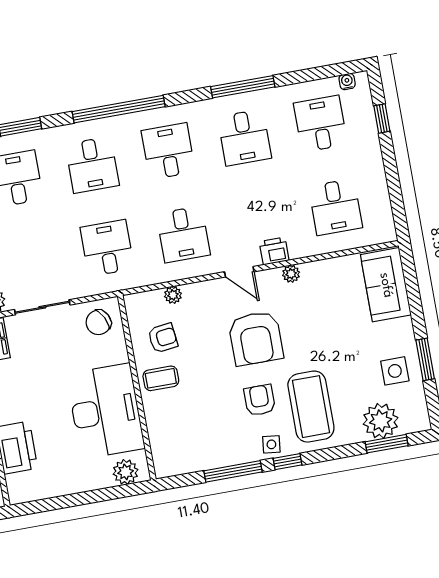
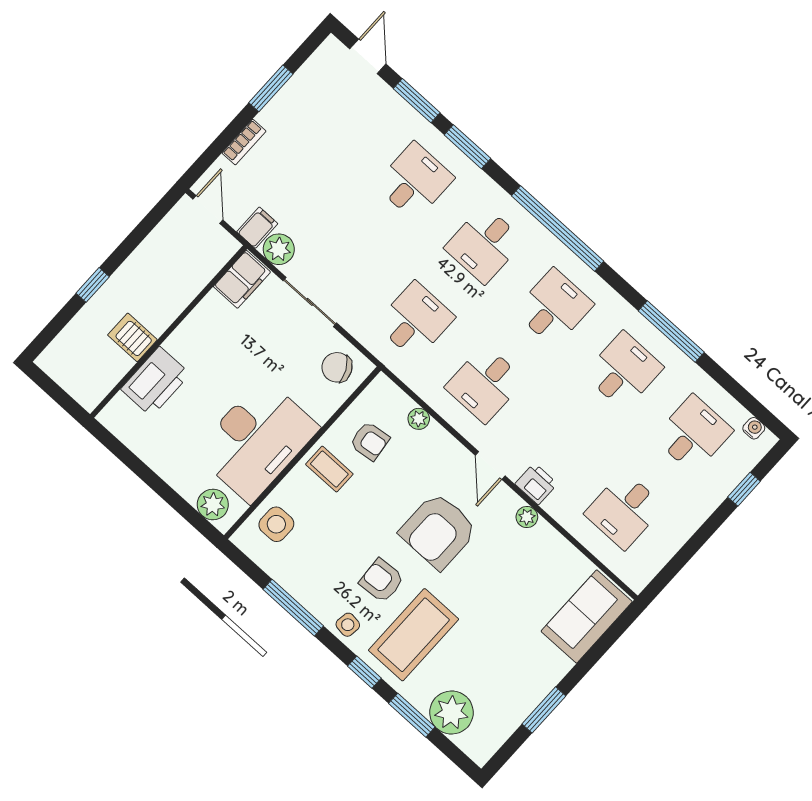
desk: (244, 138) -> (624, 371), turned 180
side table: (395, 371) -> (276, 524), moved
armchair: (260, 400) -> (382, 581), turned -94
window: (387, 444) -> (412, 715), moved
window: (287, 462) -> (364, 672), moved

